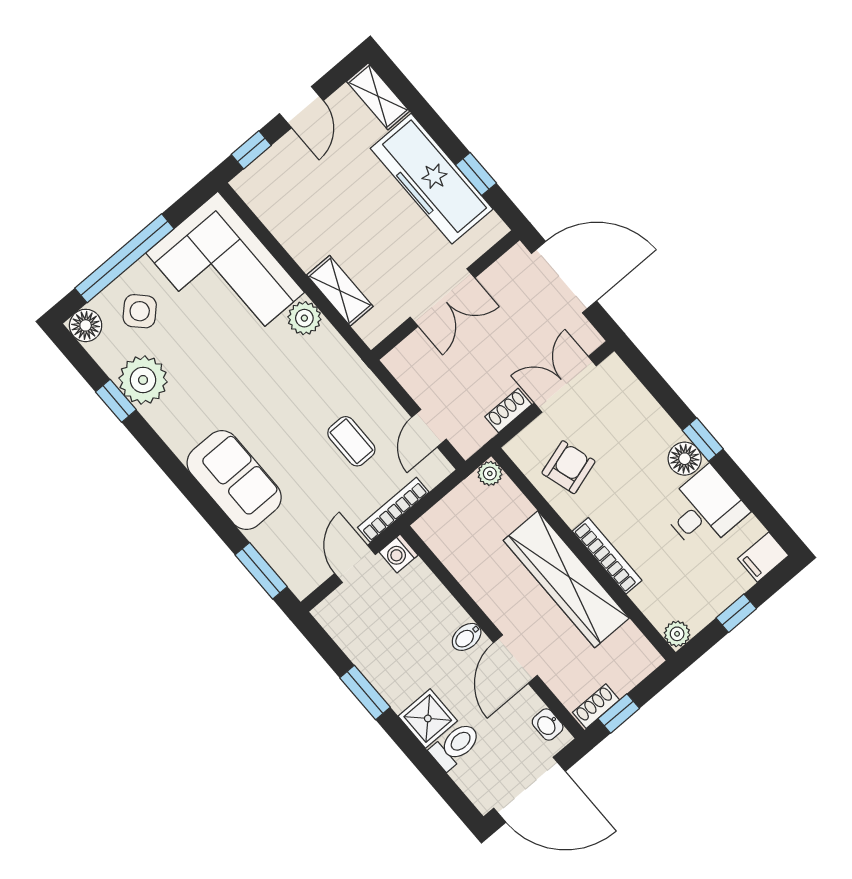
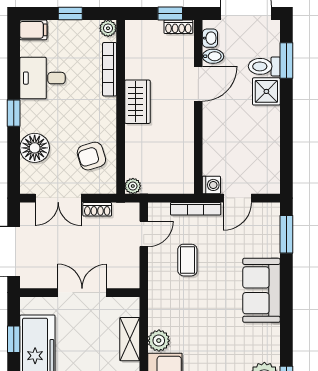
floor lamp: (685, 459) -> (35, 148), moved, width x1.38, depth x1.38
bookcase: (607, 556) -> (110, 69), moved
wardrobe: (566, 579) -> (137, 102), width x0.48, depth x0.85
bidet: (467, 637) -> (213, 56), moved
window: (365, 692) -> (286, 60), moved

